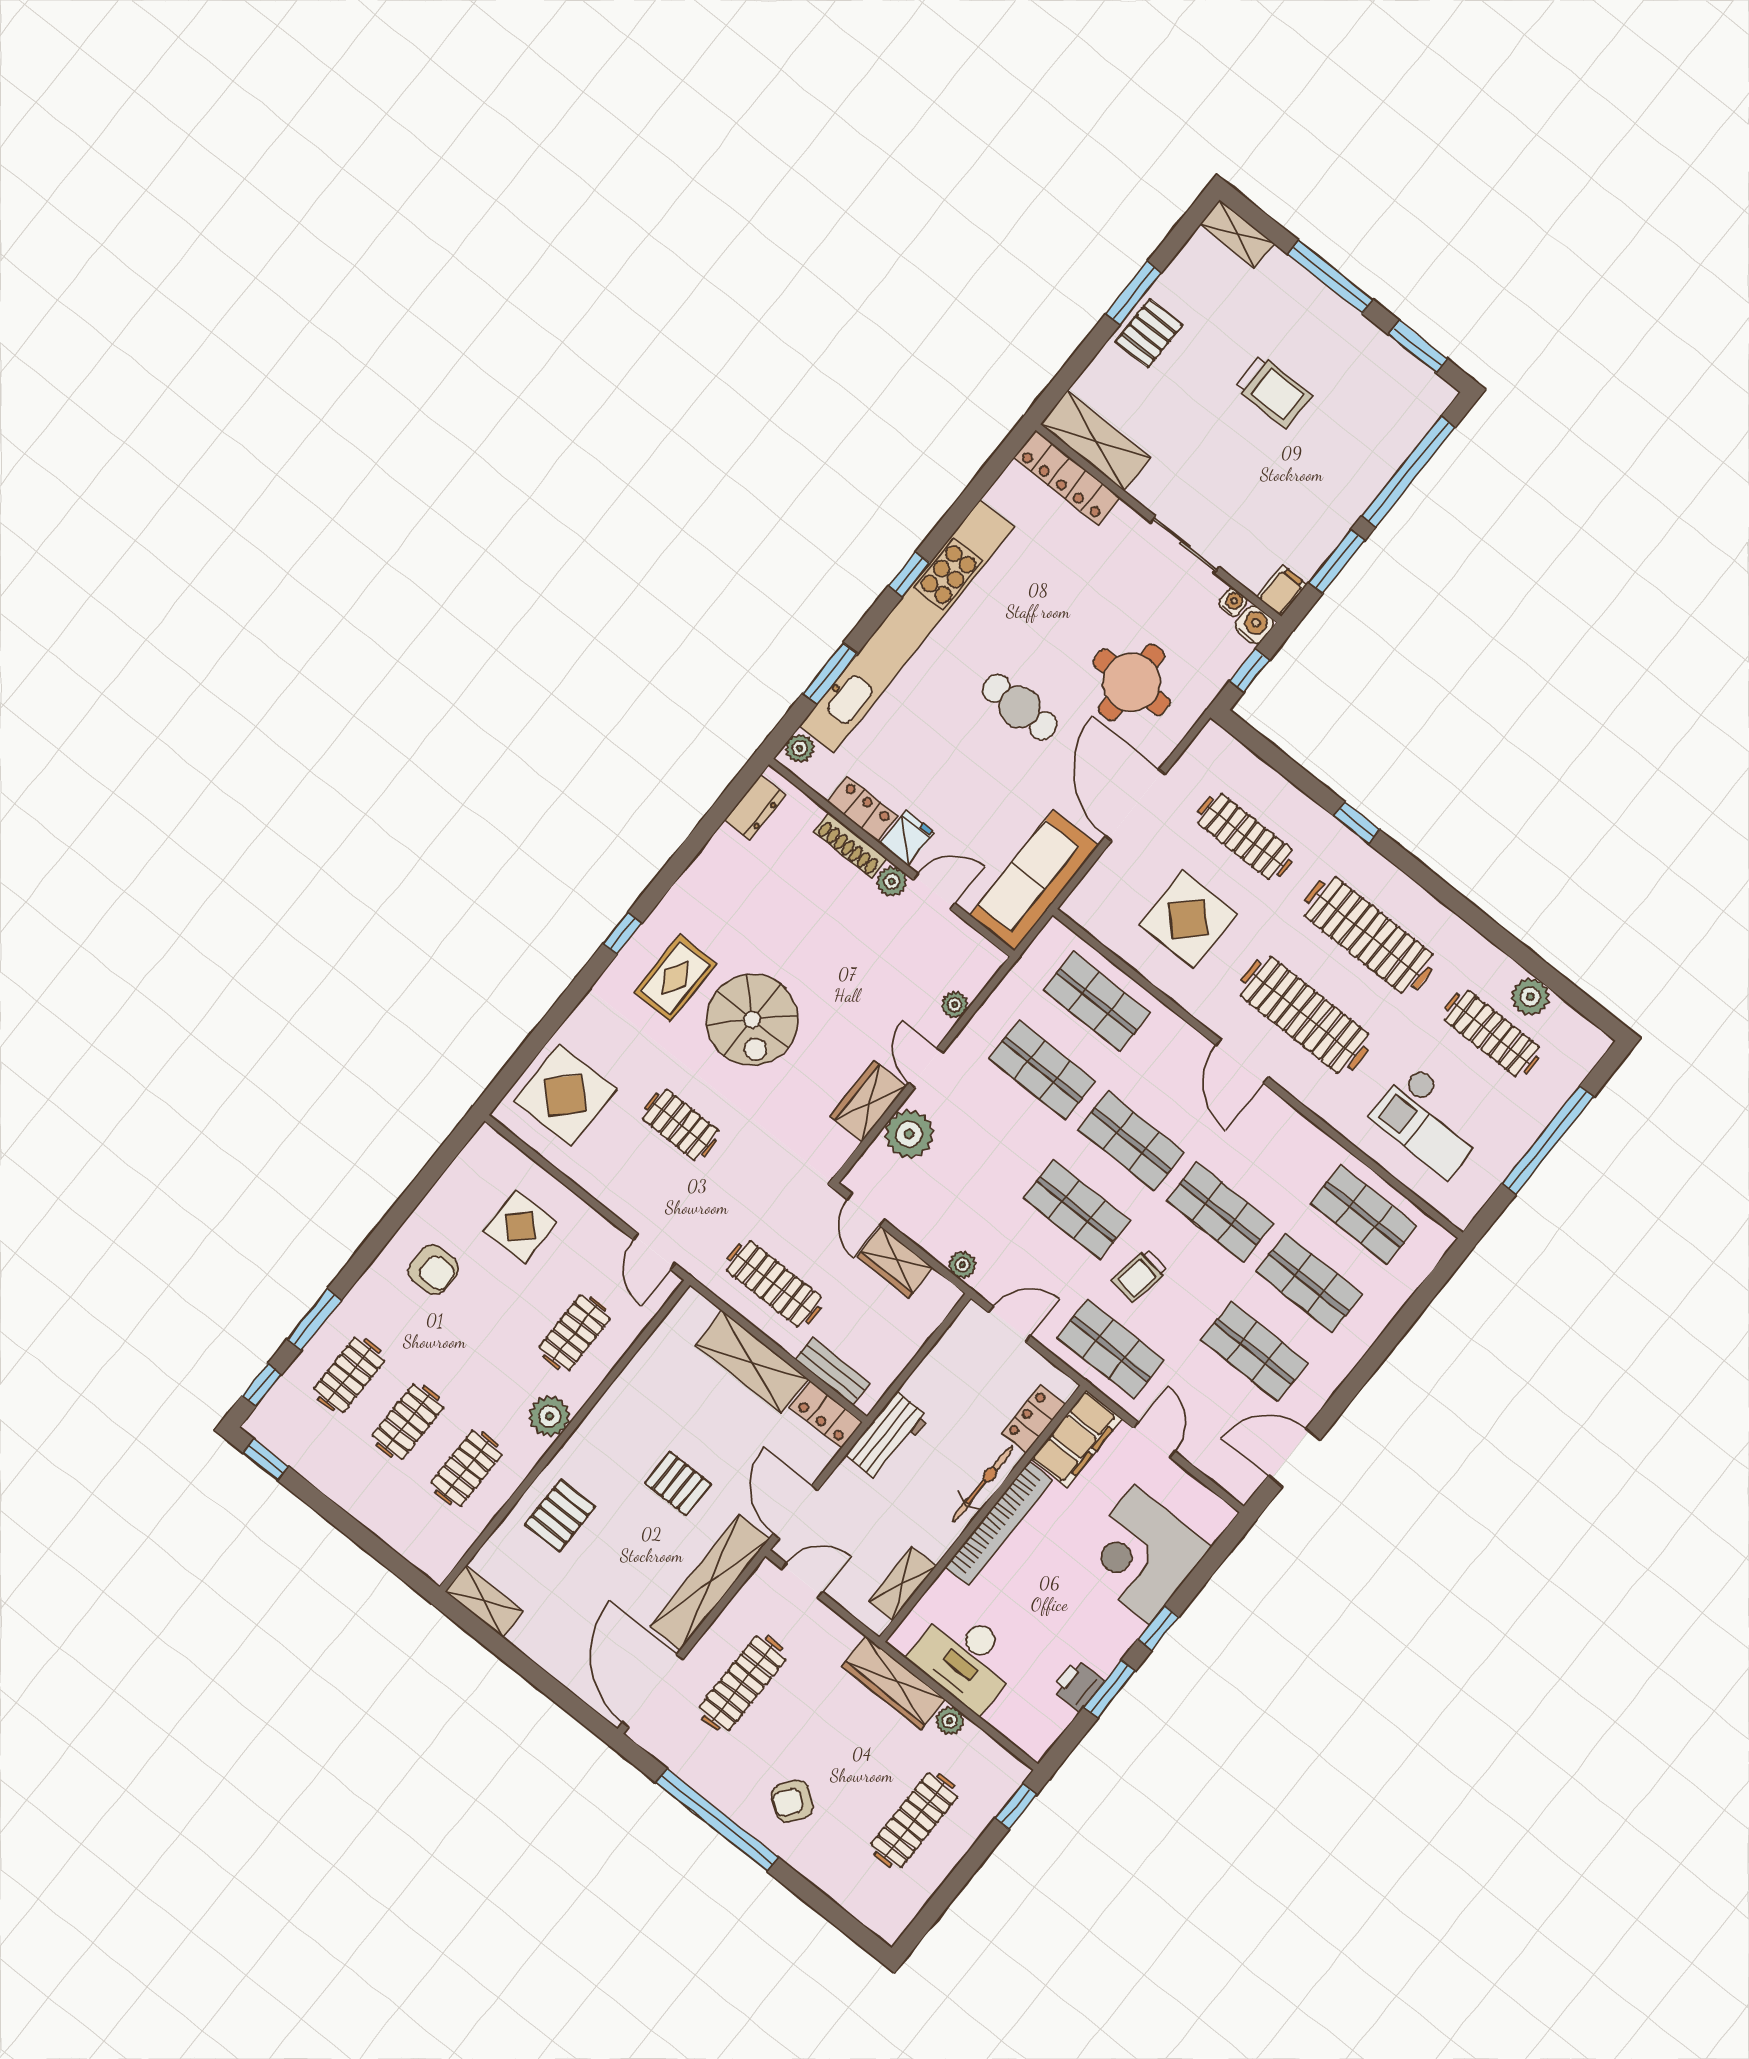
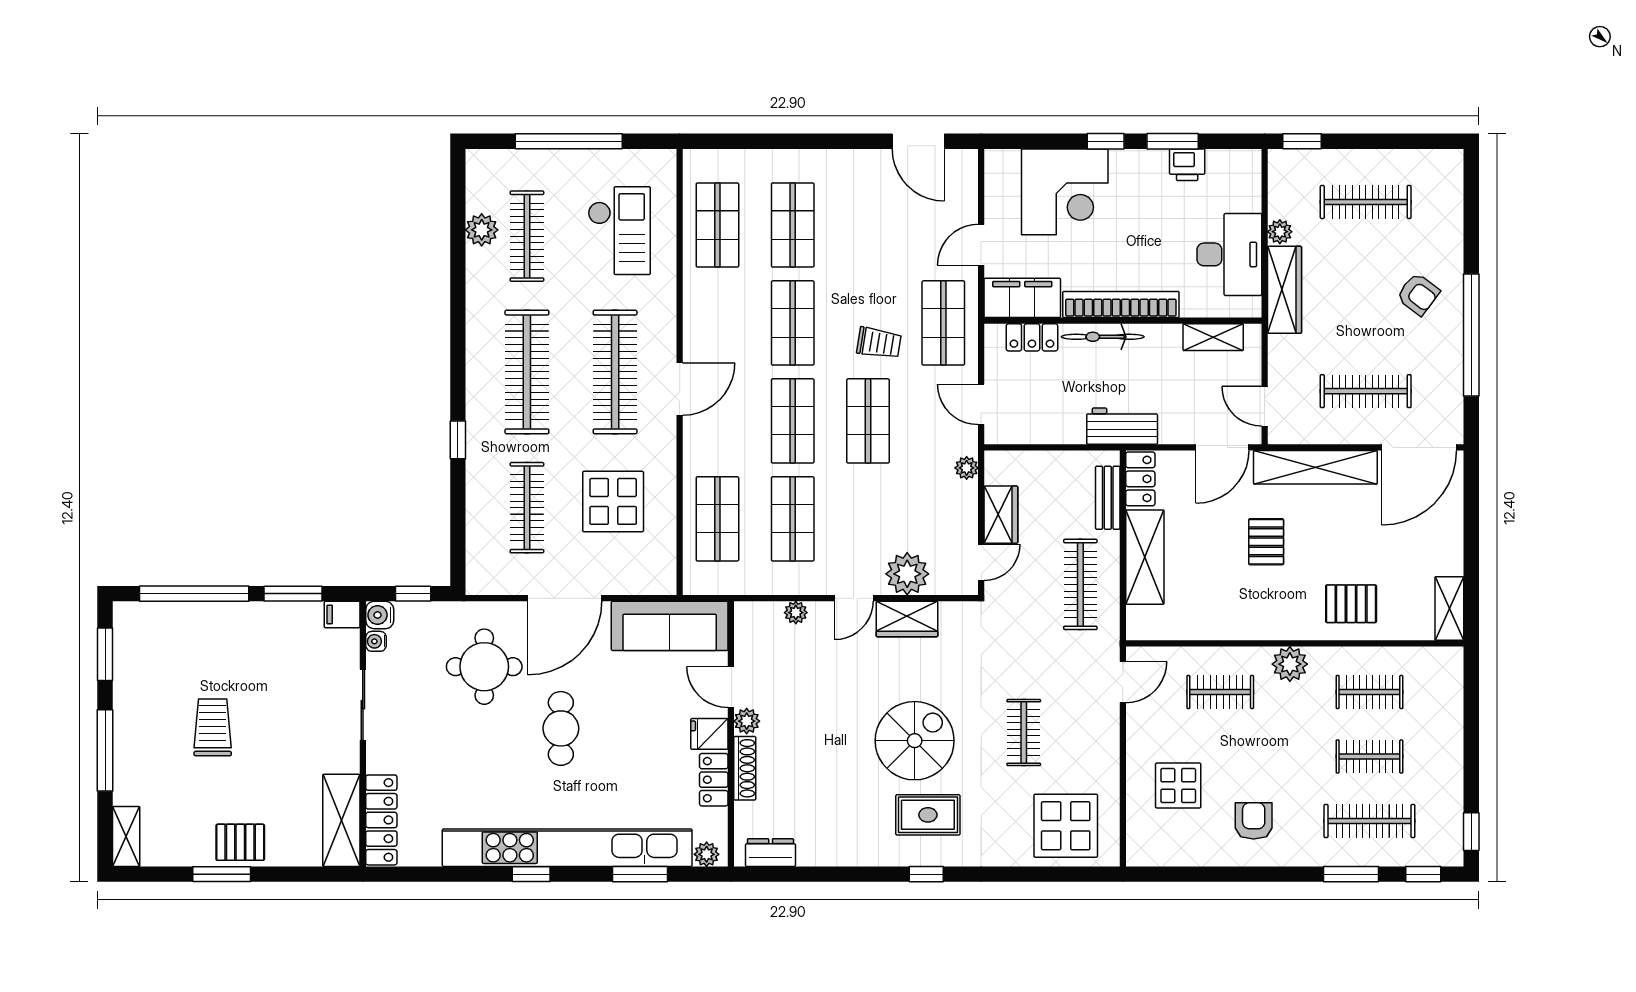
shop shelf: (1254, 1351) -> (868, 225), removed
clothes rail: (349, 1375) -> (1369, 821), width x1.36

